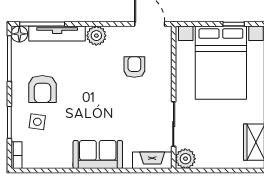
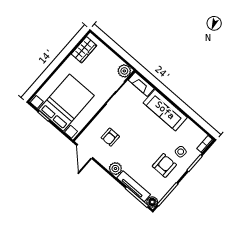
sofa: (98, 155) -> (165, 110), width x1.36

